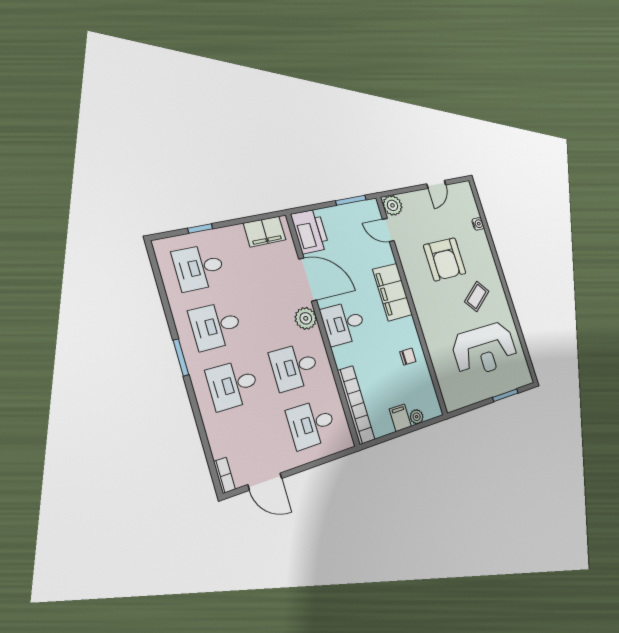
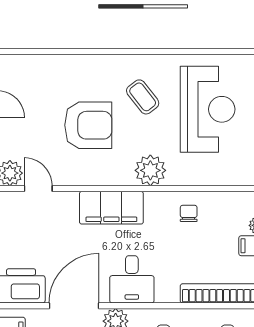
water cooler: (478, 224) -> (54, 62), removed
door: (388, 230) -> (38, 189), swing flipped
plant: (429, 316) -> (150, 170), added

